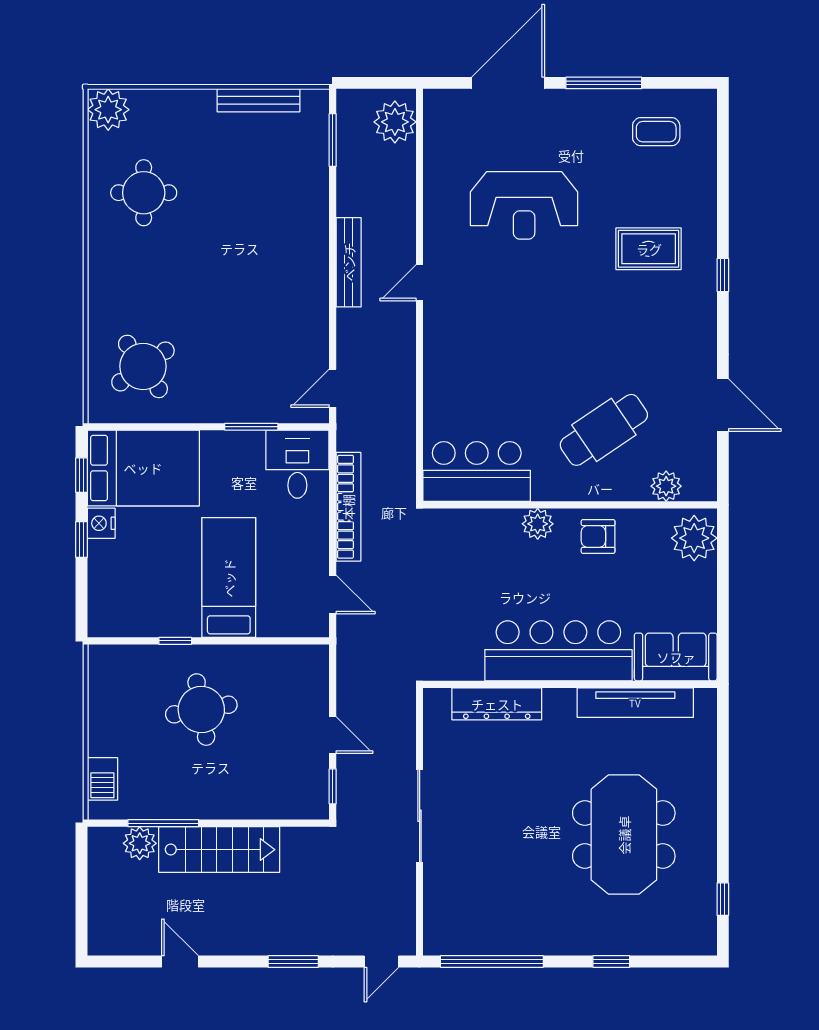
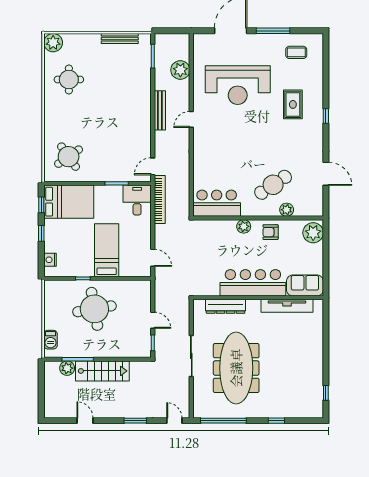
plant: (395, 122) -> (180, 70), moved
reception desk: (524, 205) -> (238, 85), width x1.36, depth x1.30
rug: (649, 249) -> (293, 104), turned 90
plant: (666, 486) -> (287, 210), moved
bookcase: (348, 507) -> (160, 200), moved
nightstand: (101, 523) -> (50, 260), moved
round table: (201, 710) -> (94, 309), width x1.36, depth x1.36
meeting table: (624, 835) -> (236, 368), moved, width x1.36
door: (381, 962) -> (174, 421), swing flipped

